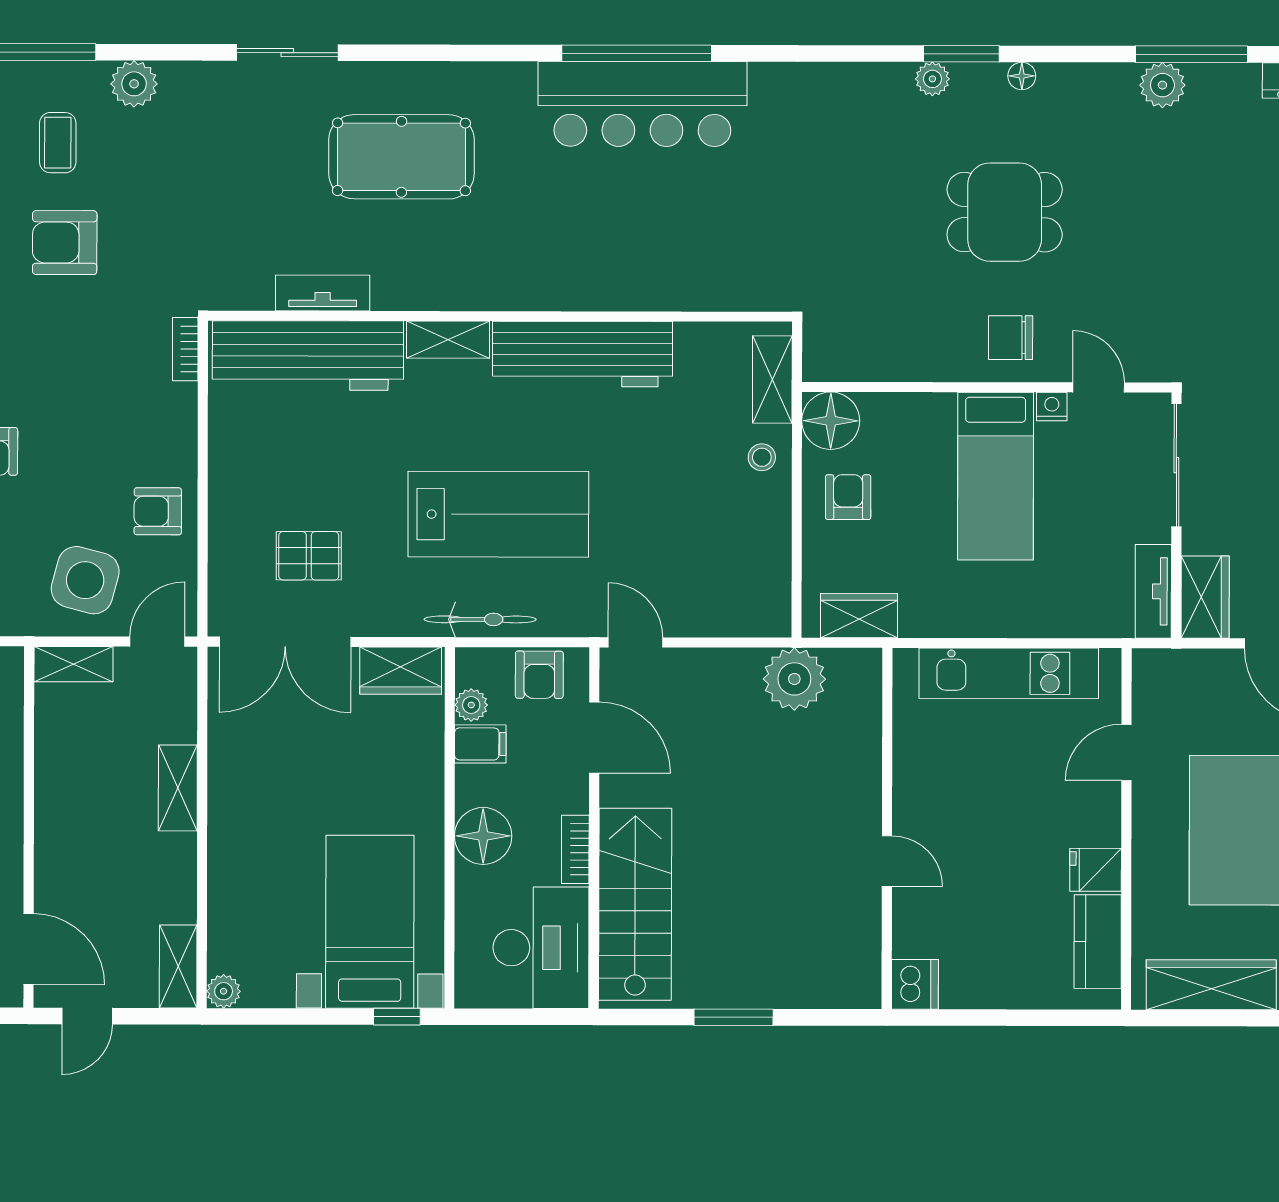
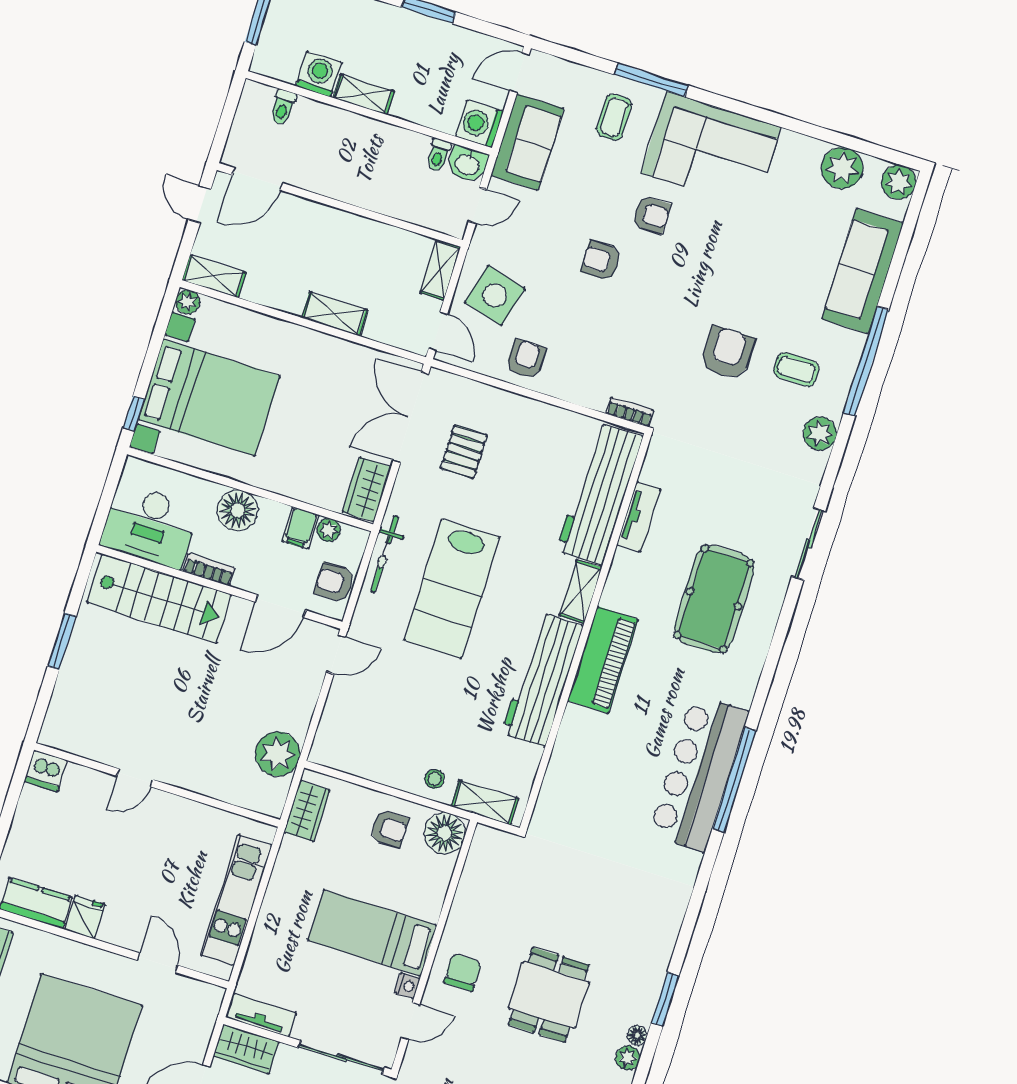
plant: (932, 79) -> (628, 1058), moved
piano: (531, 281) -> (603, 660), added
bed with nightstands: (370, 922) -> (209, 398), width x1.36

